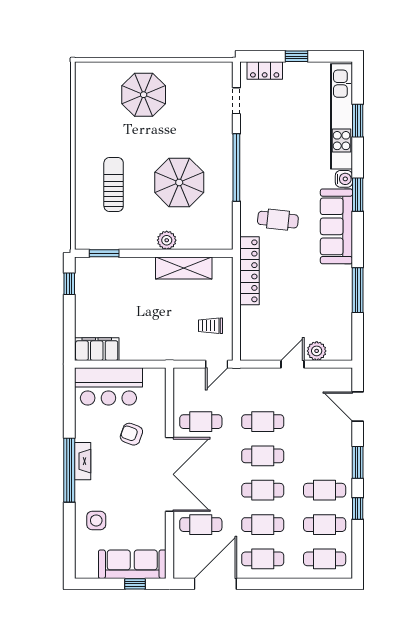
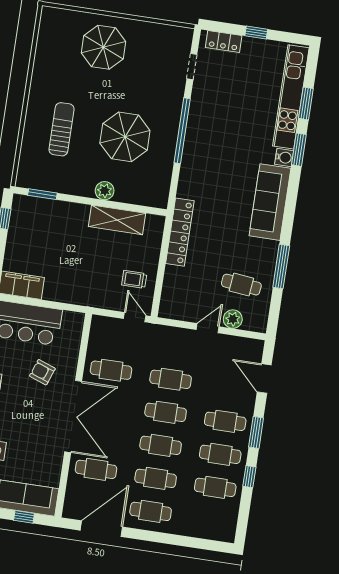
window: (358, 195) -> (299, 150), moved
cafe table: (278, 220) -> (241, 285), moved
door: (217, 364) -> (135, 317), swing flipped
cafe table: (325, 559) -> (225, 421), moved

